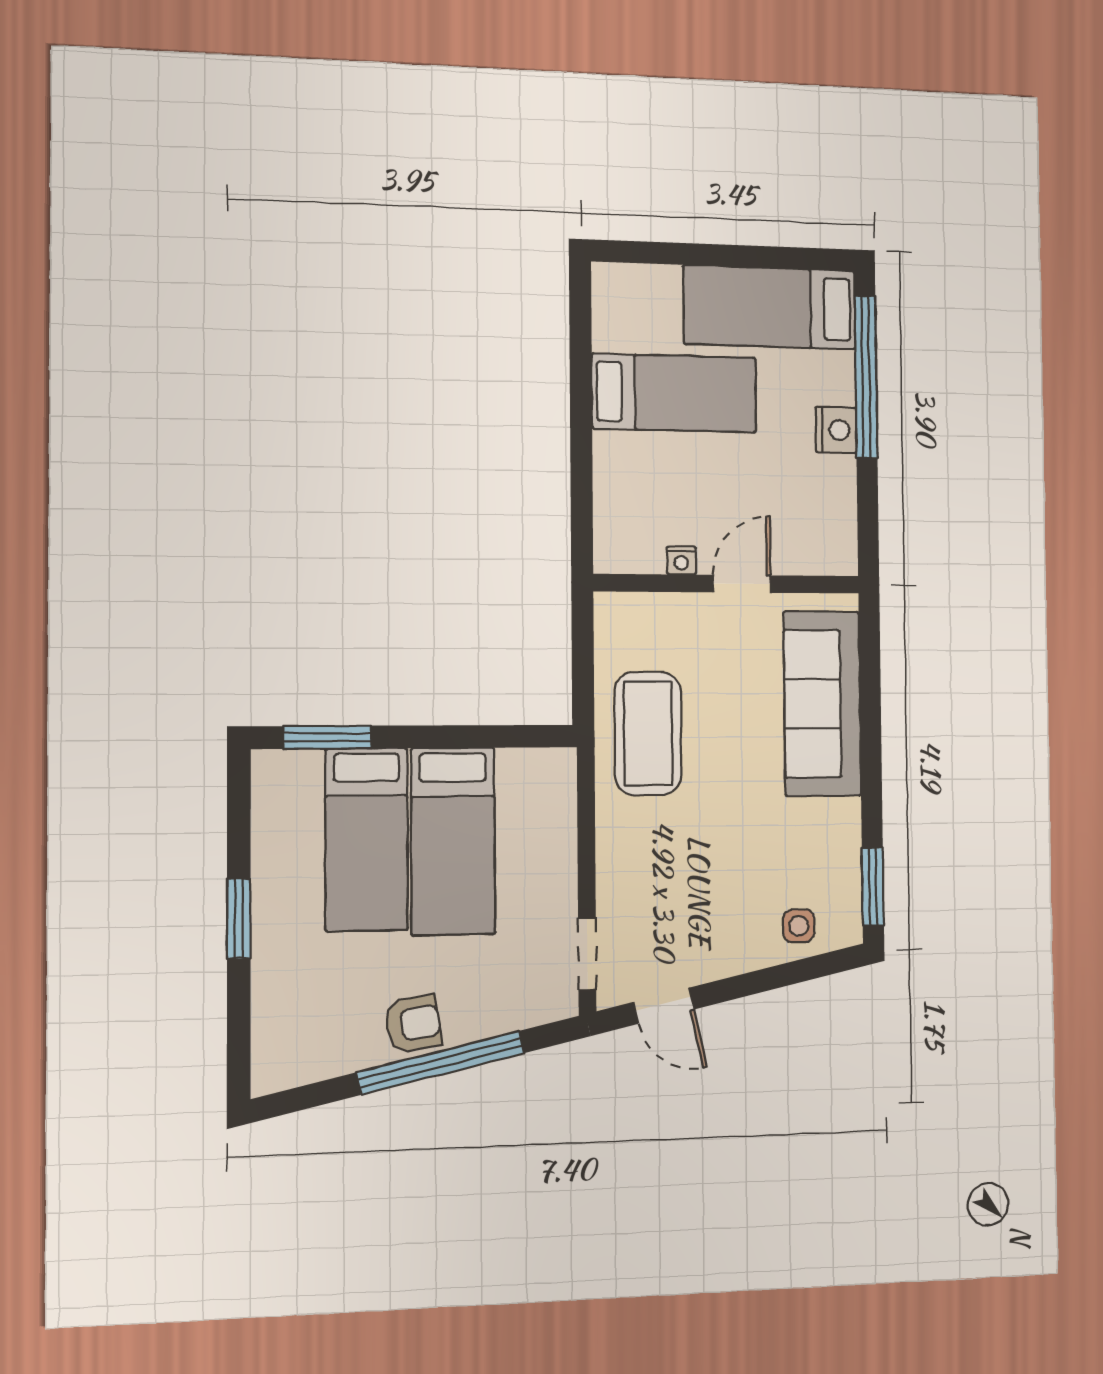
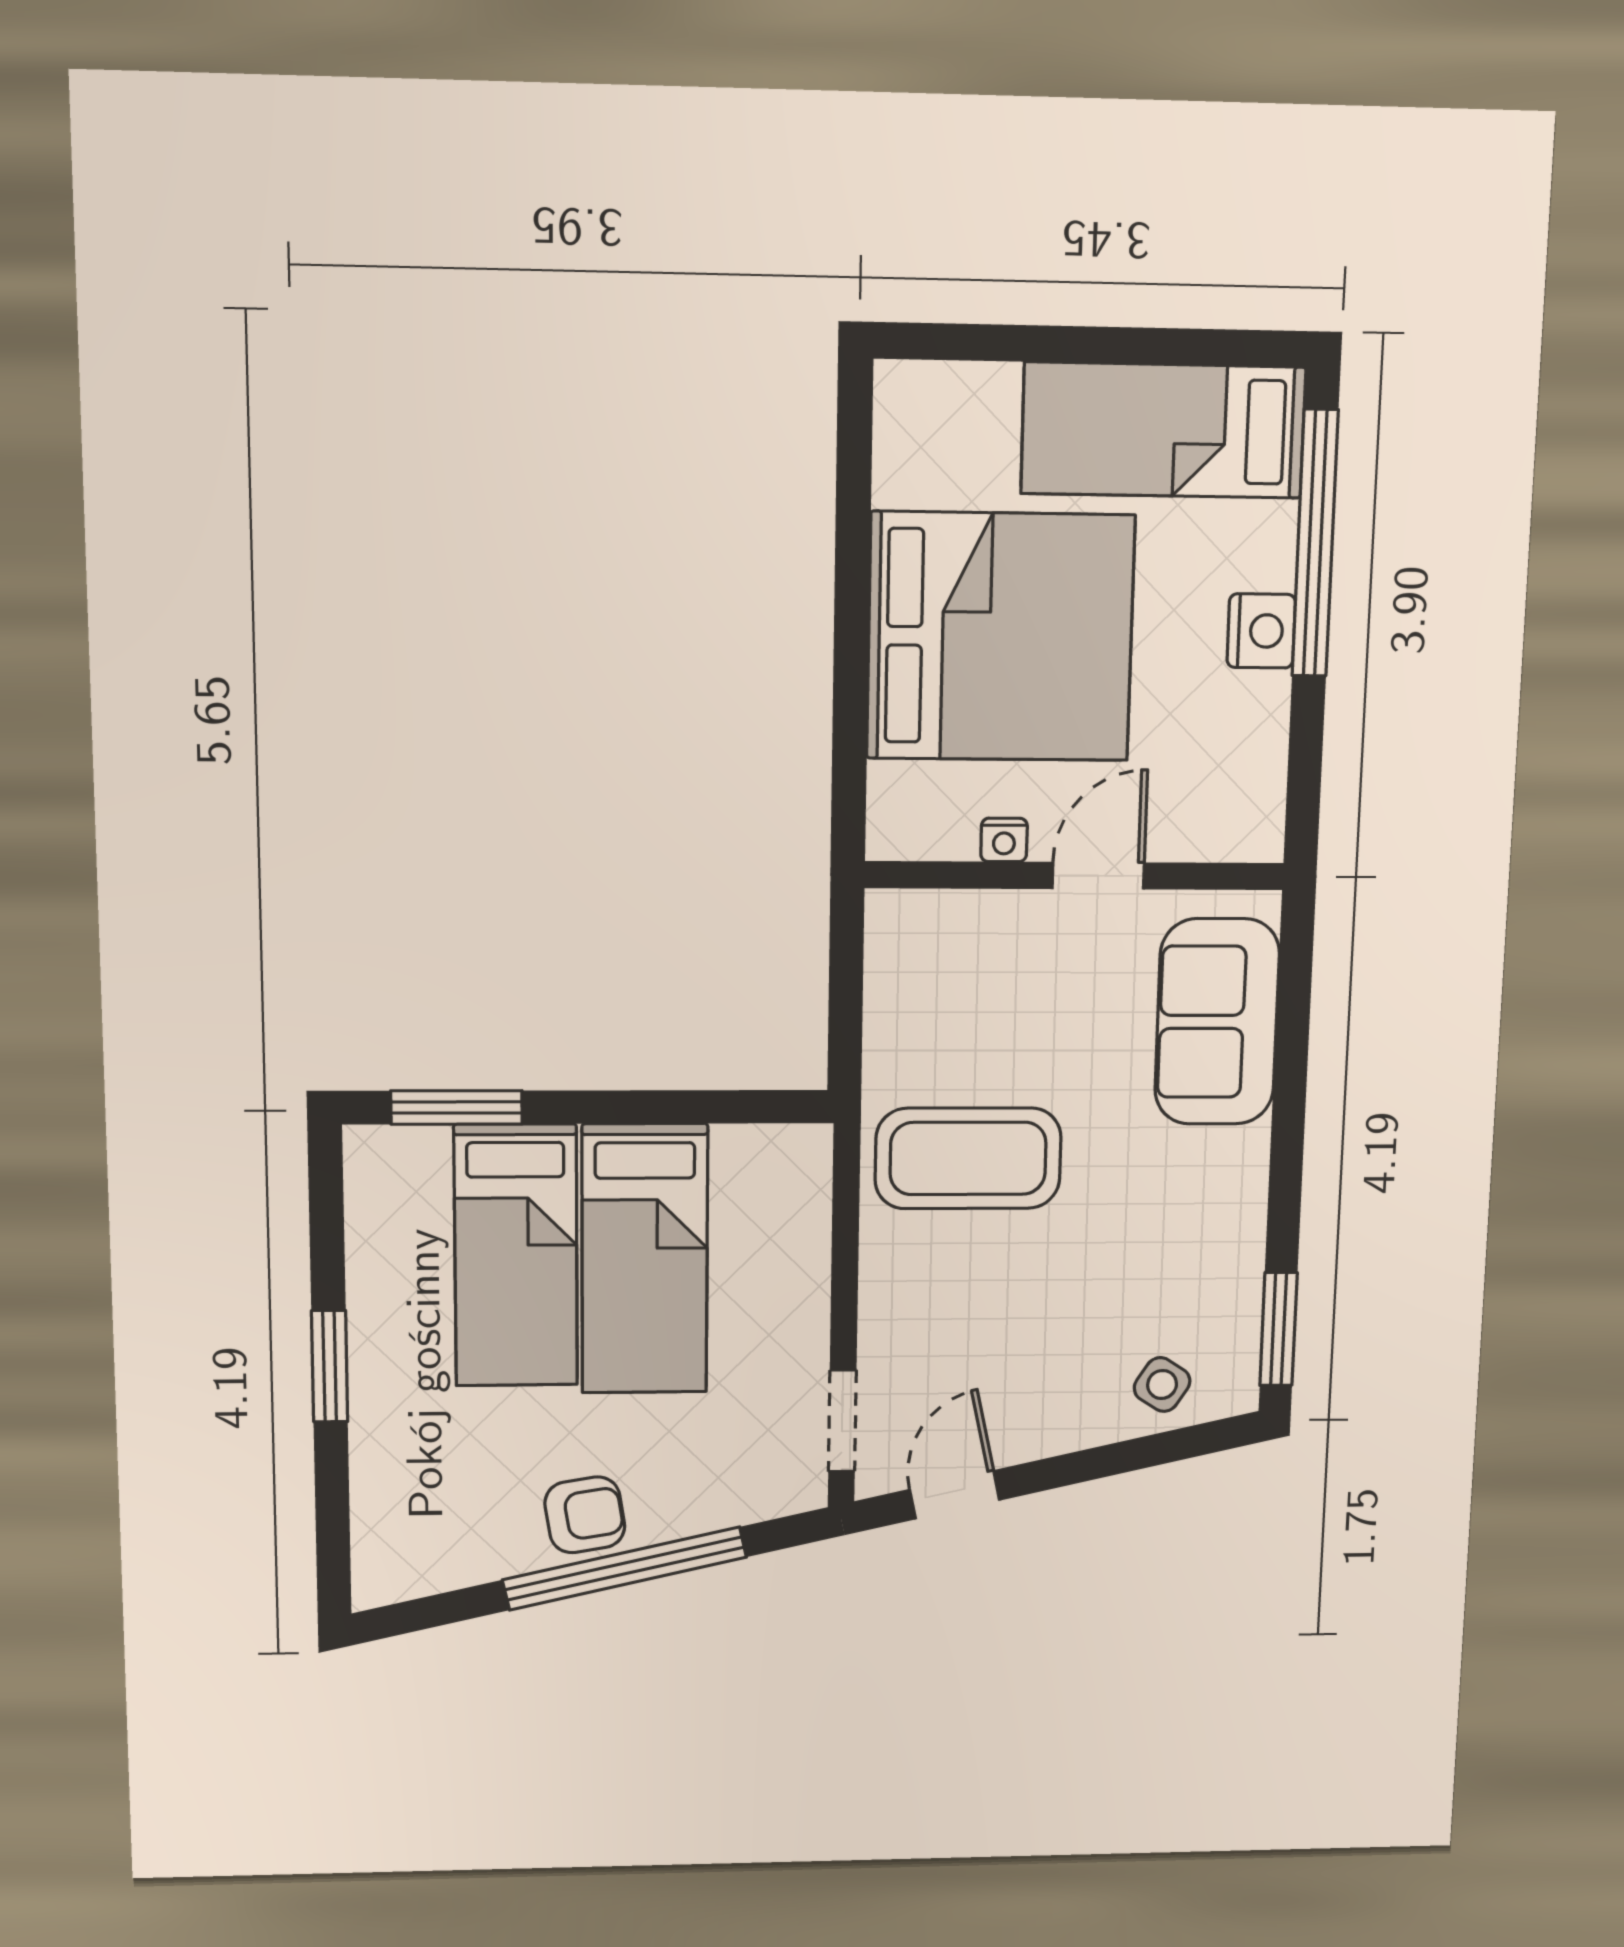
bed: (674, 393) -> (1000, 637), width x2.04
sofa: (822, 704) -> (1217, 1022), width x0.73
coffee table: (648, 733) -> (968, 1158), moved, turned 90
side table: (799, 926) -> (1162, 1384), turned 33
door: (664, 1006) -> (955, 1495), swing flipped

